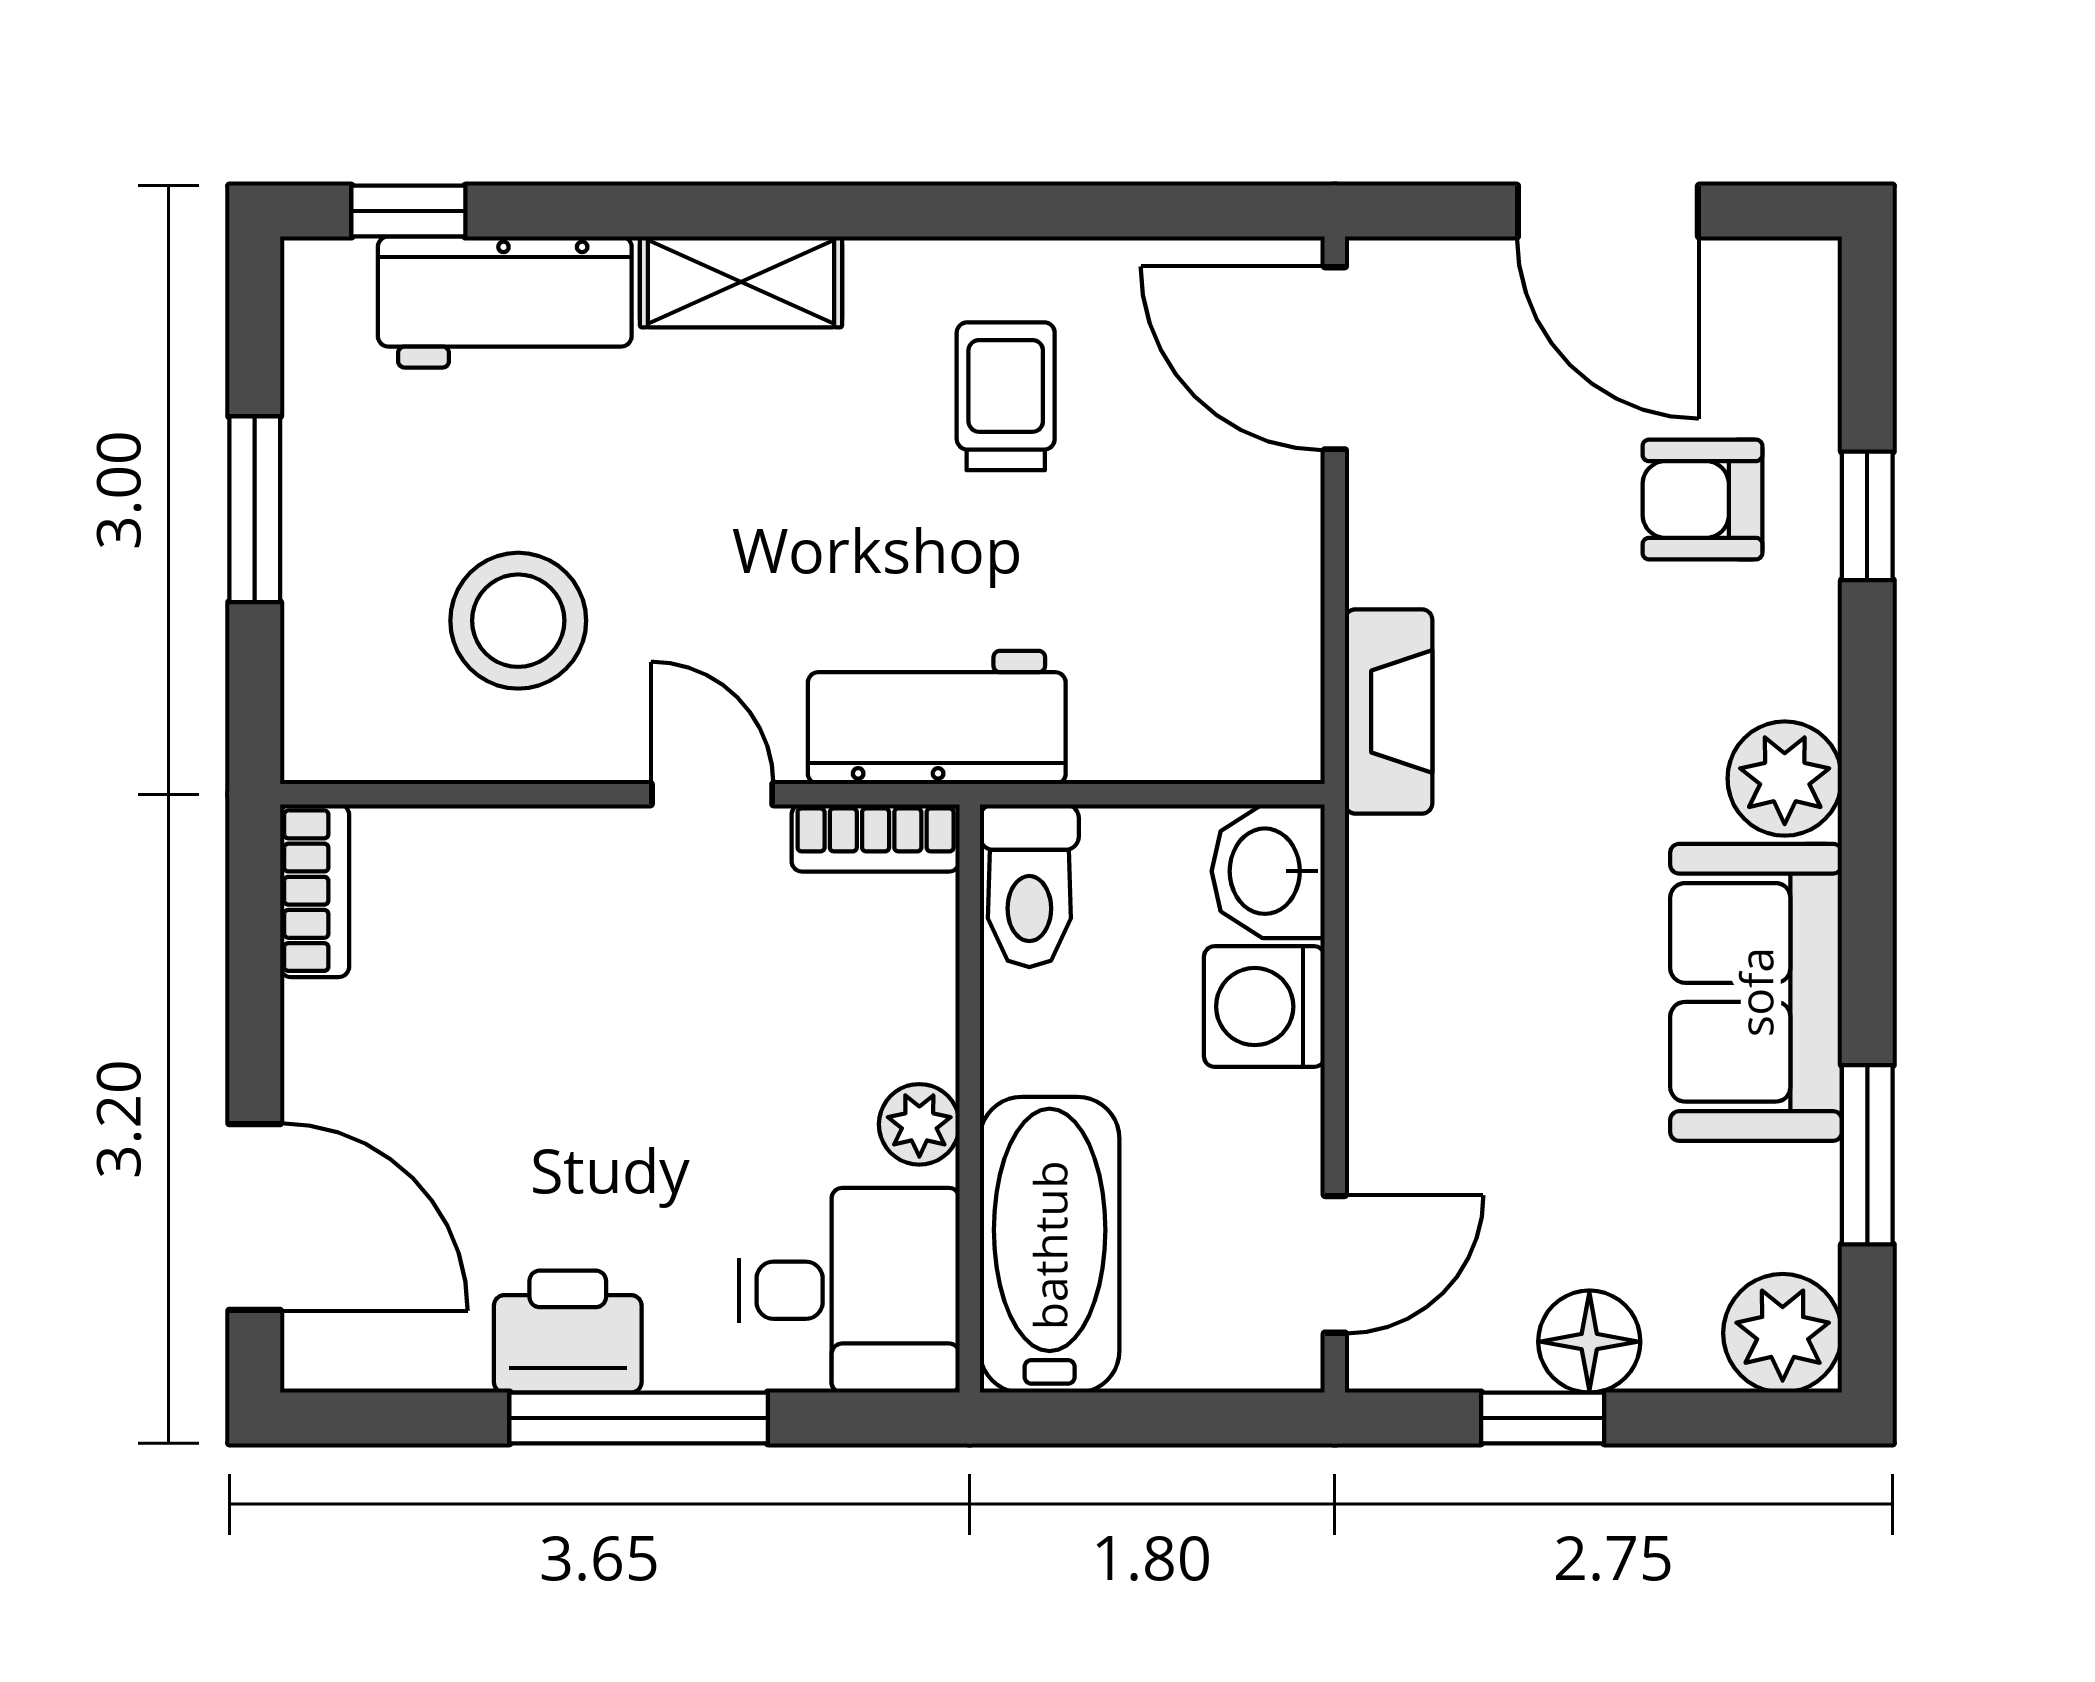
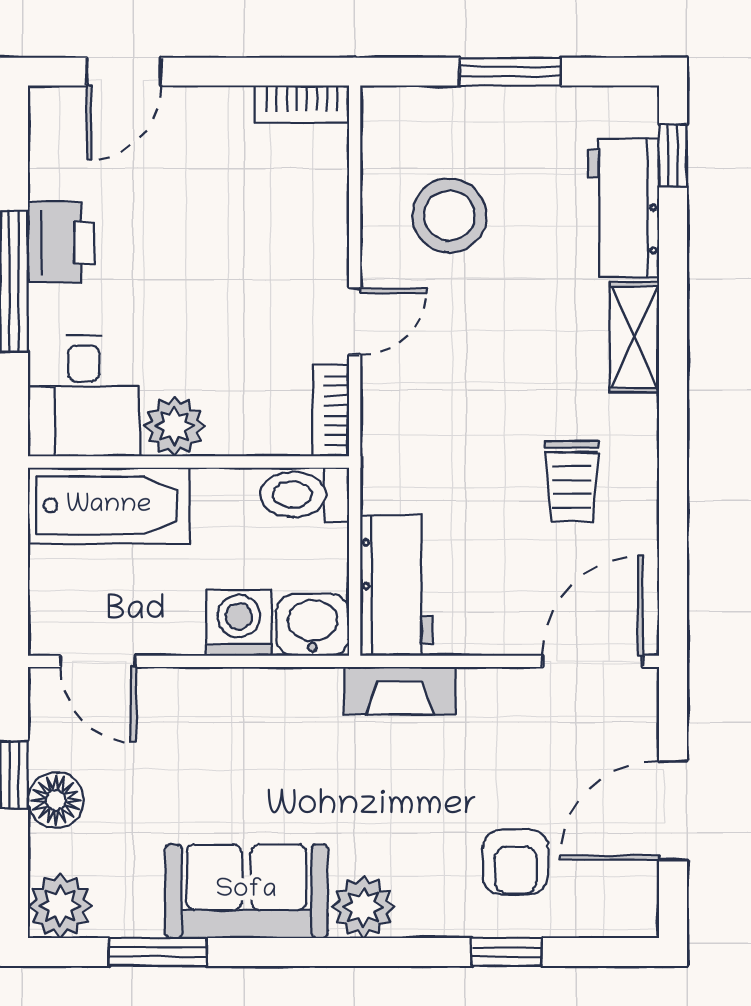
trolley: (1006, 396) -> (572, 482), turned 90
armchair: (1702, 499) -> (516, 862), turned 180
workbench: (937, 717) -> (397, 585), moved
plant: (919, 1124) -> (174, 426), width x1.38, depth x1.38
door: (255, 1217) -> (124, 72), width x0.73

